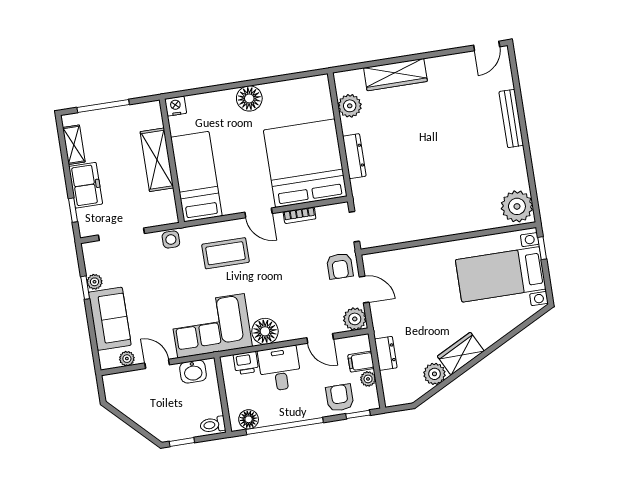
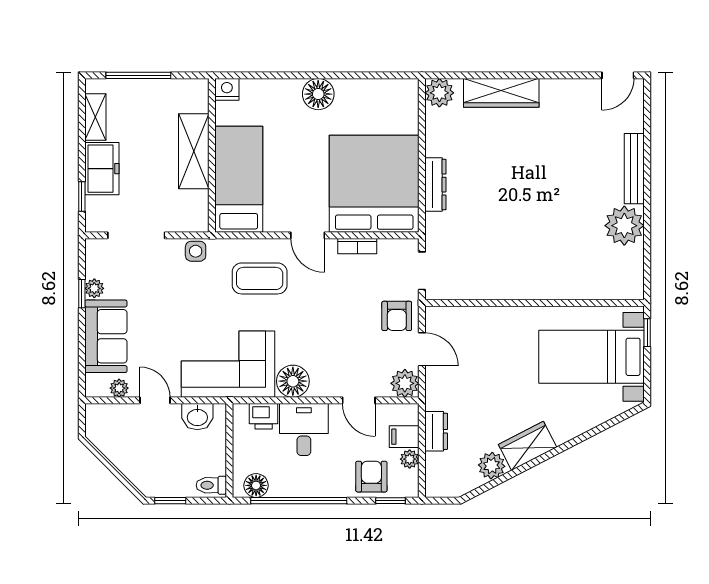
plant: (350, 106) -> (439, 93), moved
plant: (517, 206) -> (624, 226), moved

